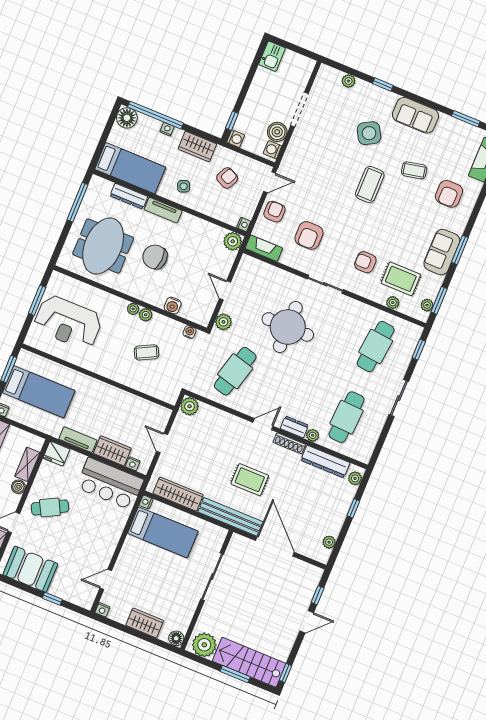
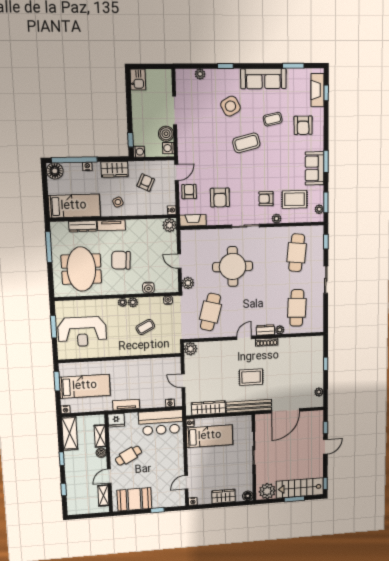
sofa: (415, 115) -> (263, 79), width x1.36
coffee table: (370, 184) -> (246, 143), turned 76
plant: (393, 303) -> (276, 219), moved
wardrobe: (112, 451) -> (153, 401), removed
dresser: (325, 462) -> (295, 343), removed
plant: (355, 478) -> (319, 344), removed
door: (275, 546) -> (286, 411), swing flipped

